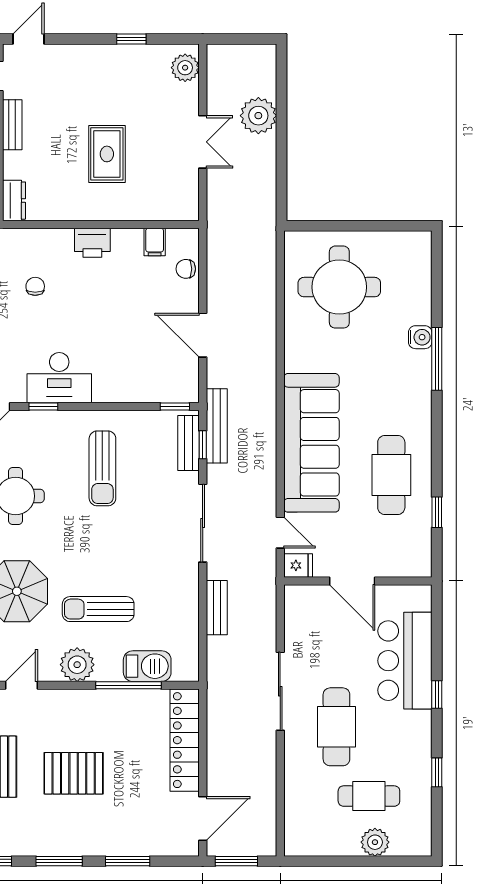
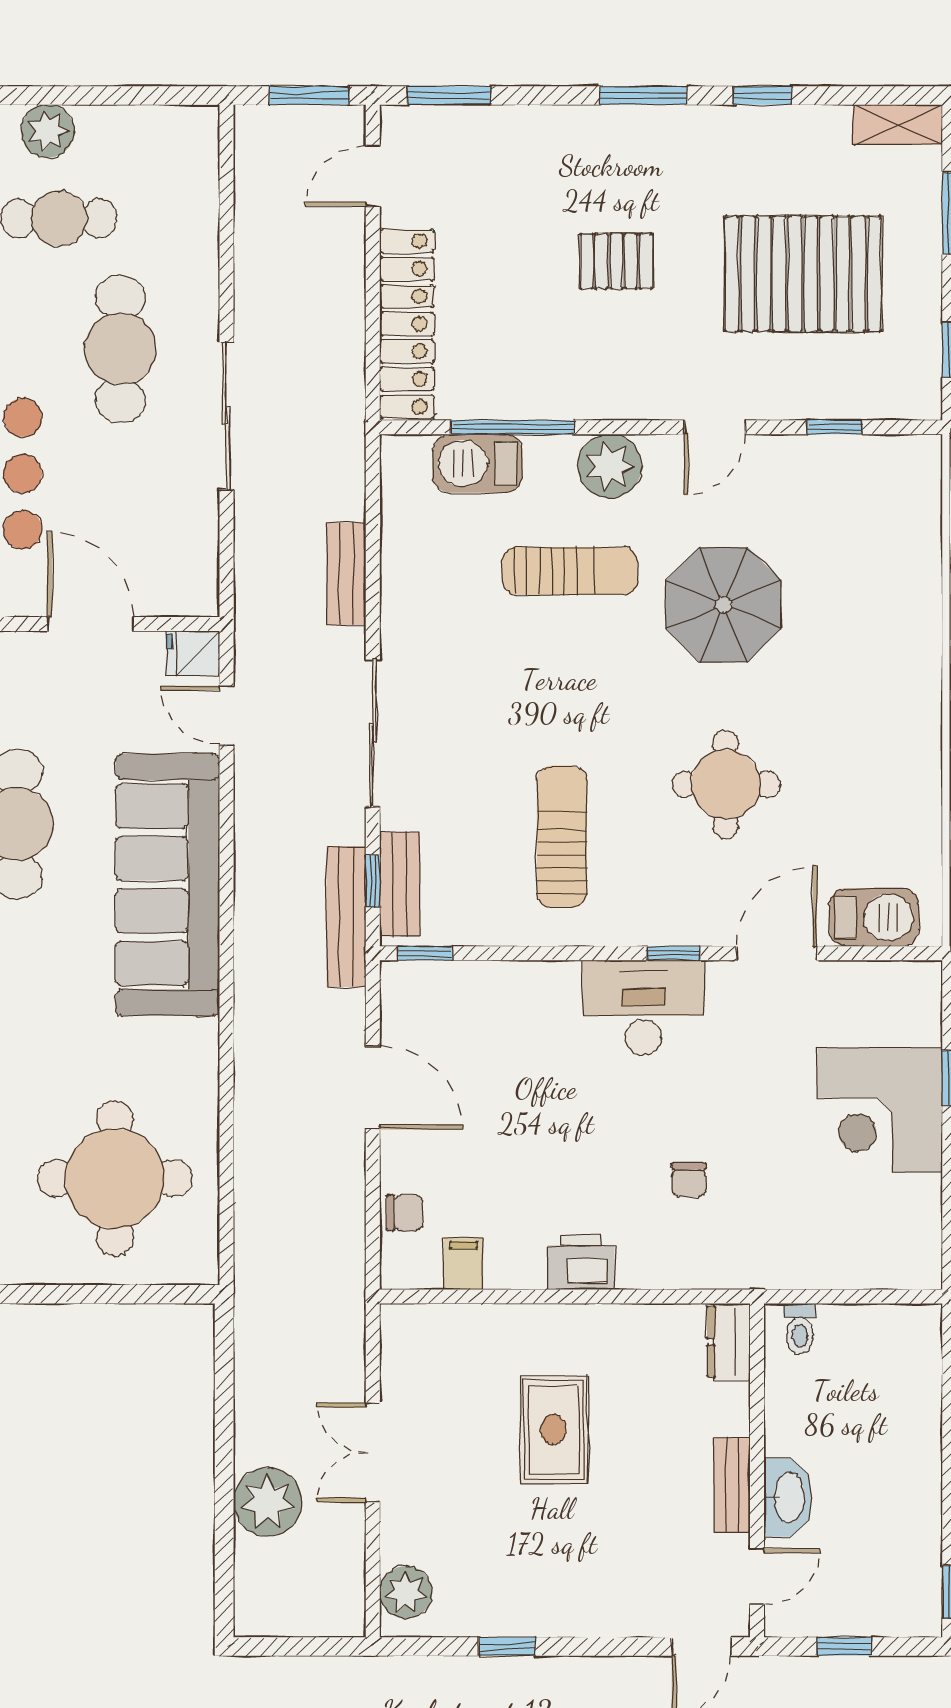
pallet: (74, 773) -> (616, 261), width x0.67, depth x0.71
door: (203, 818) -> (373, 176), width x0.73
window: (128, 861) -> (449, 96), moved

